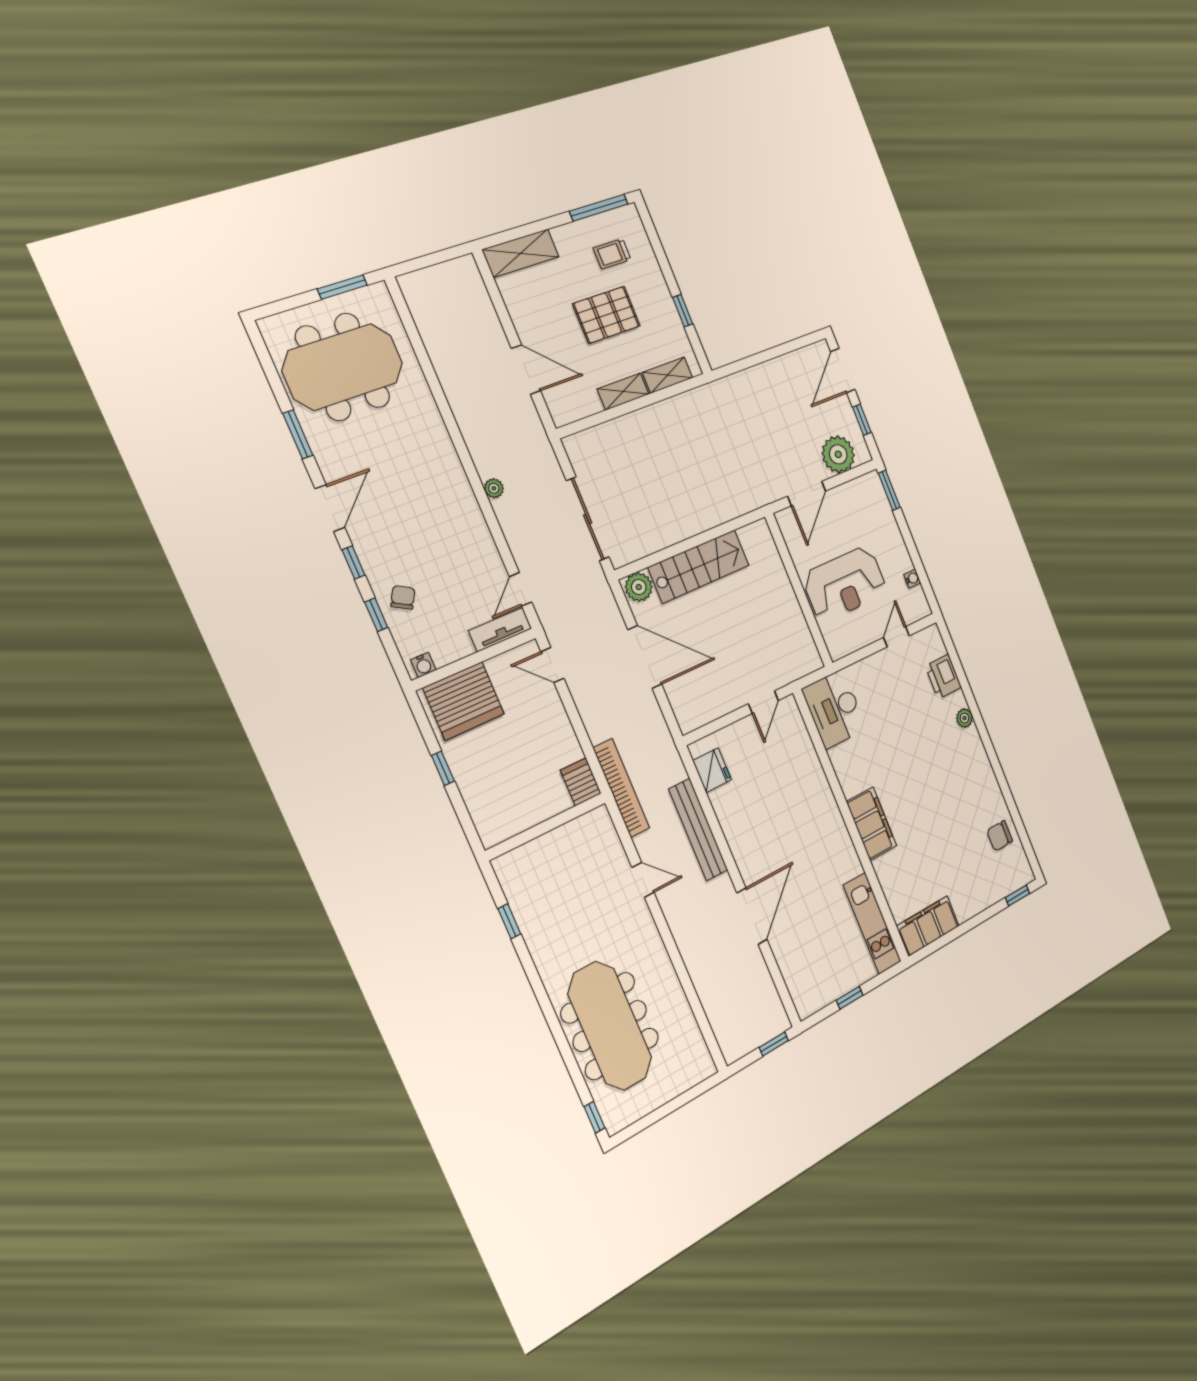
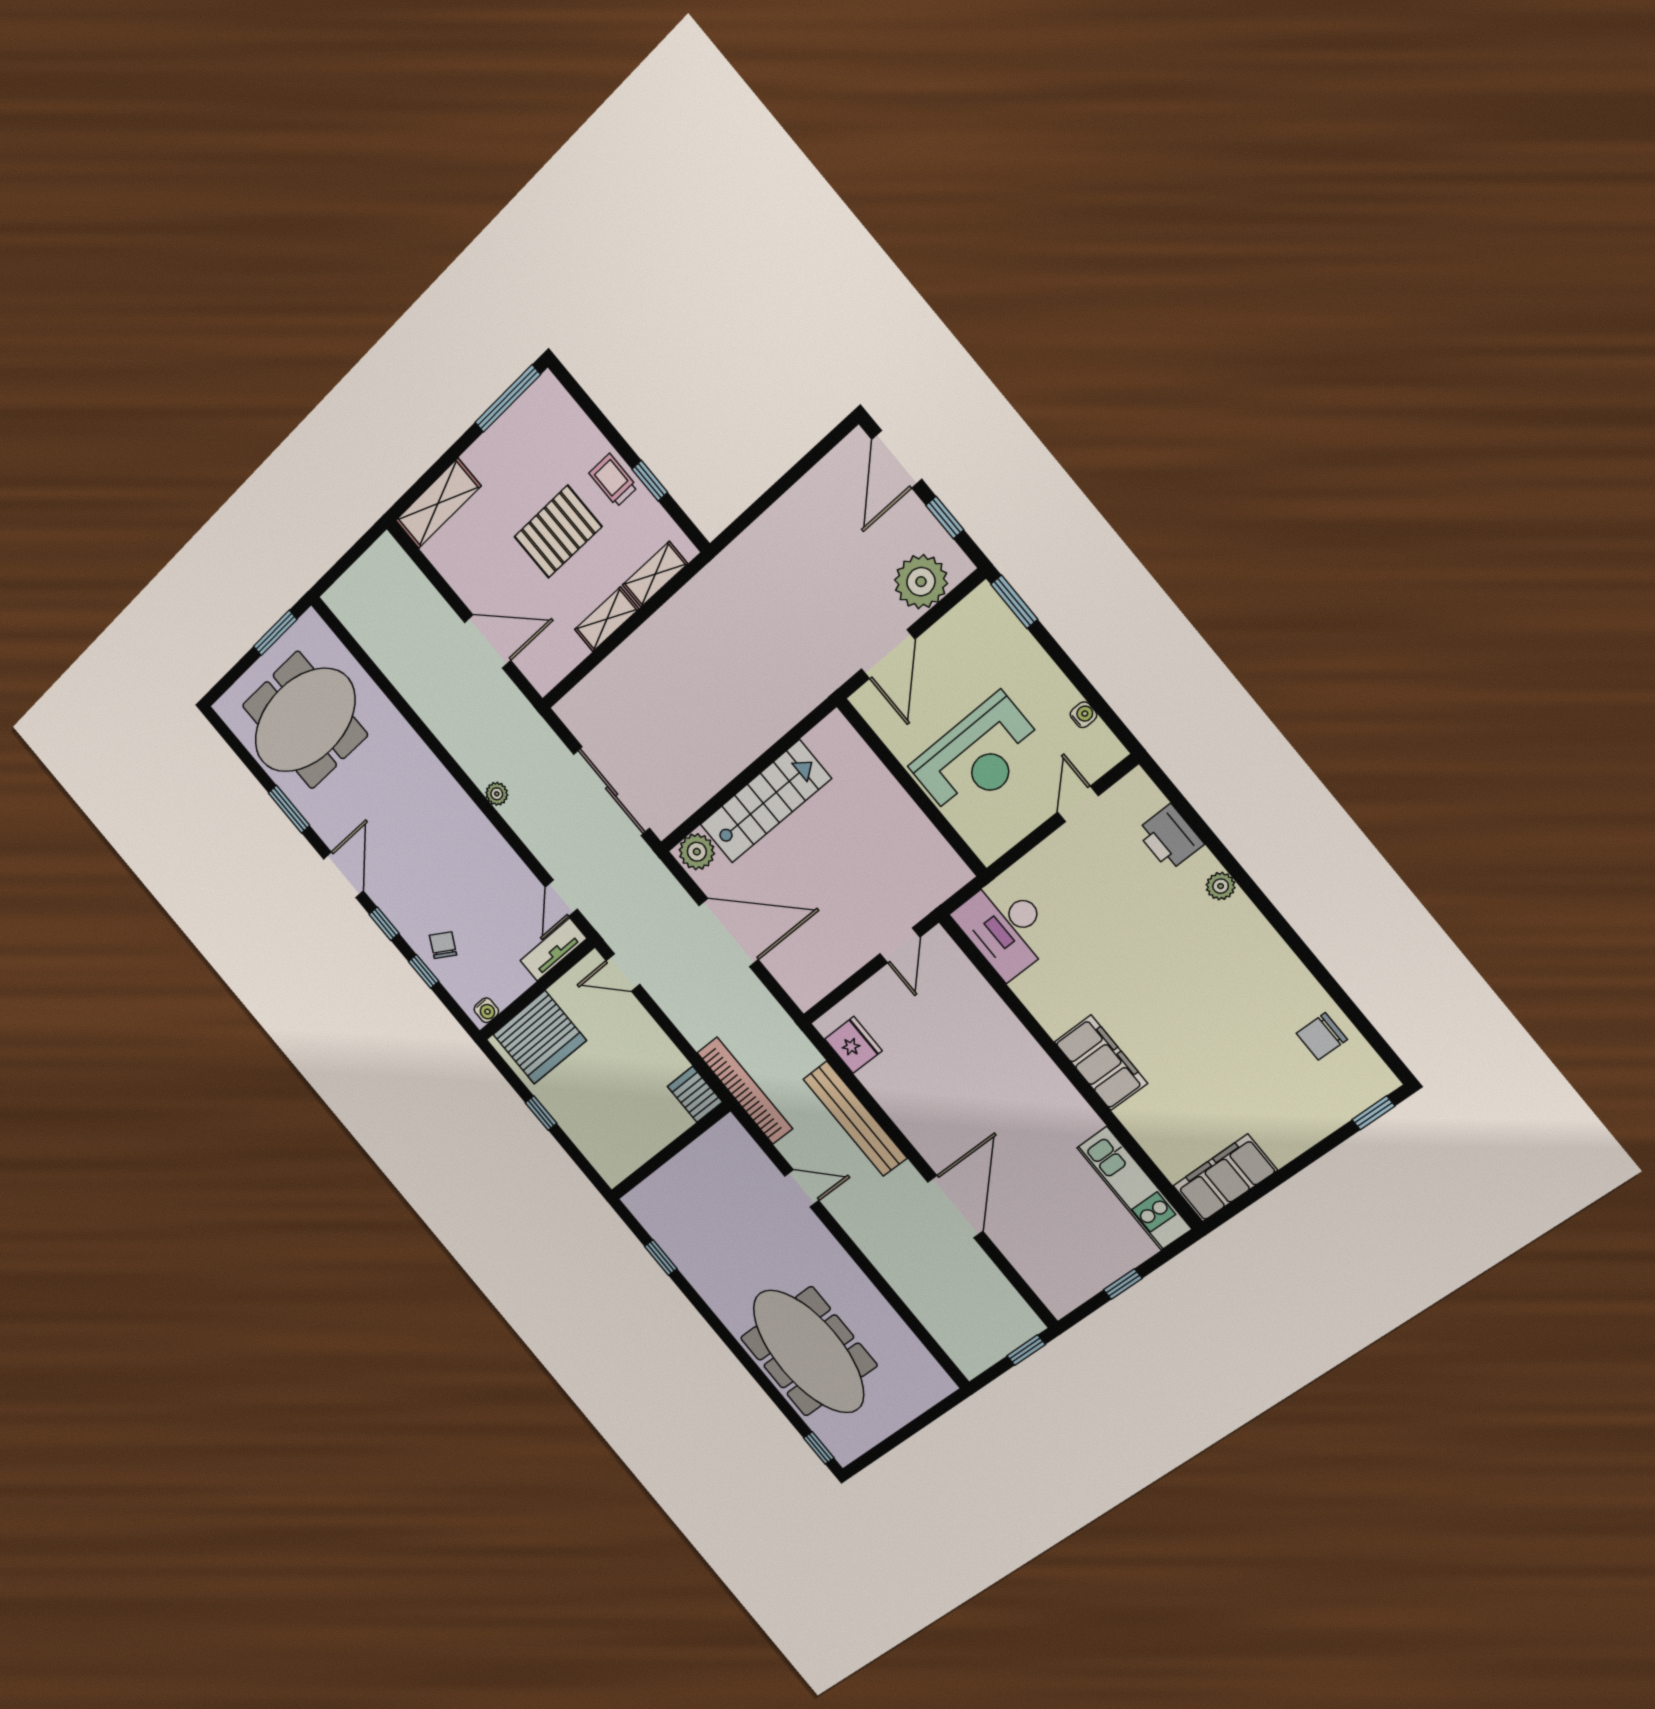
trolley: (612, 254) -> (613, 480), moved, turned 90

